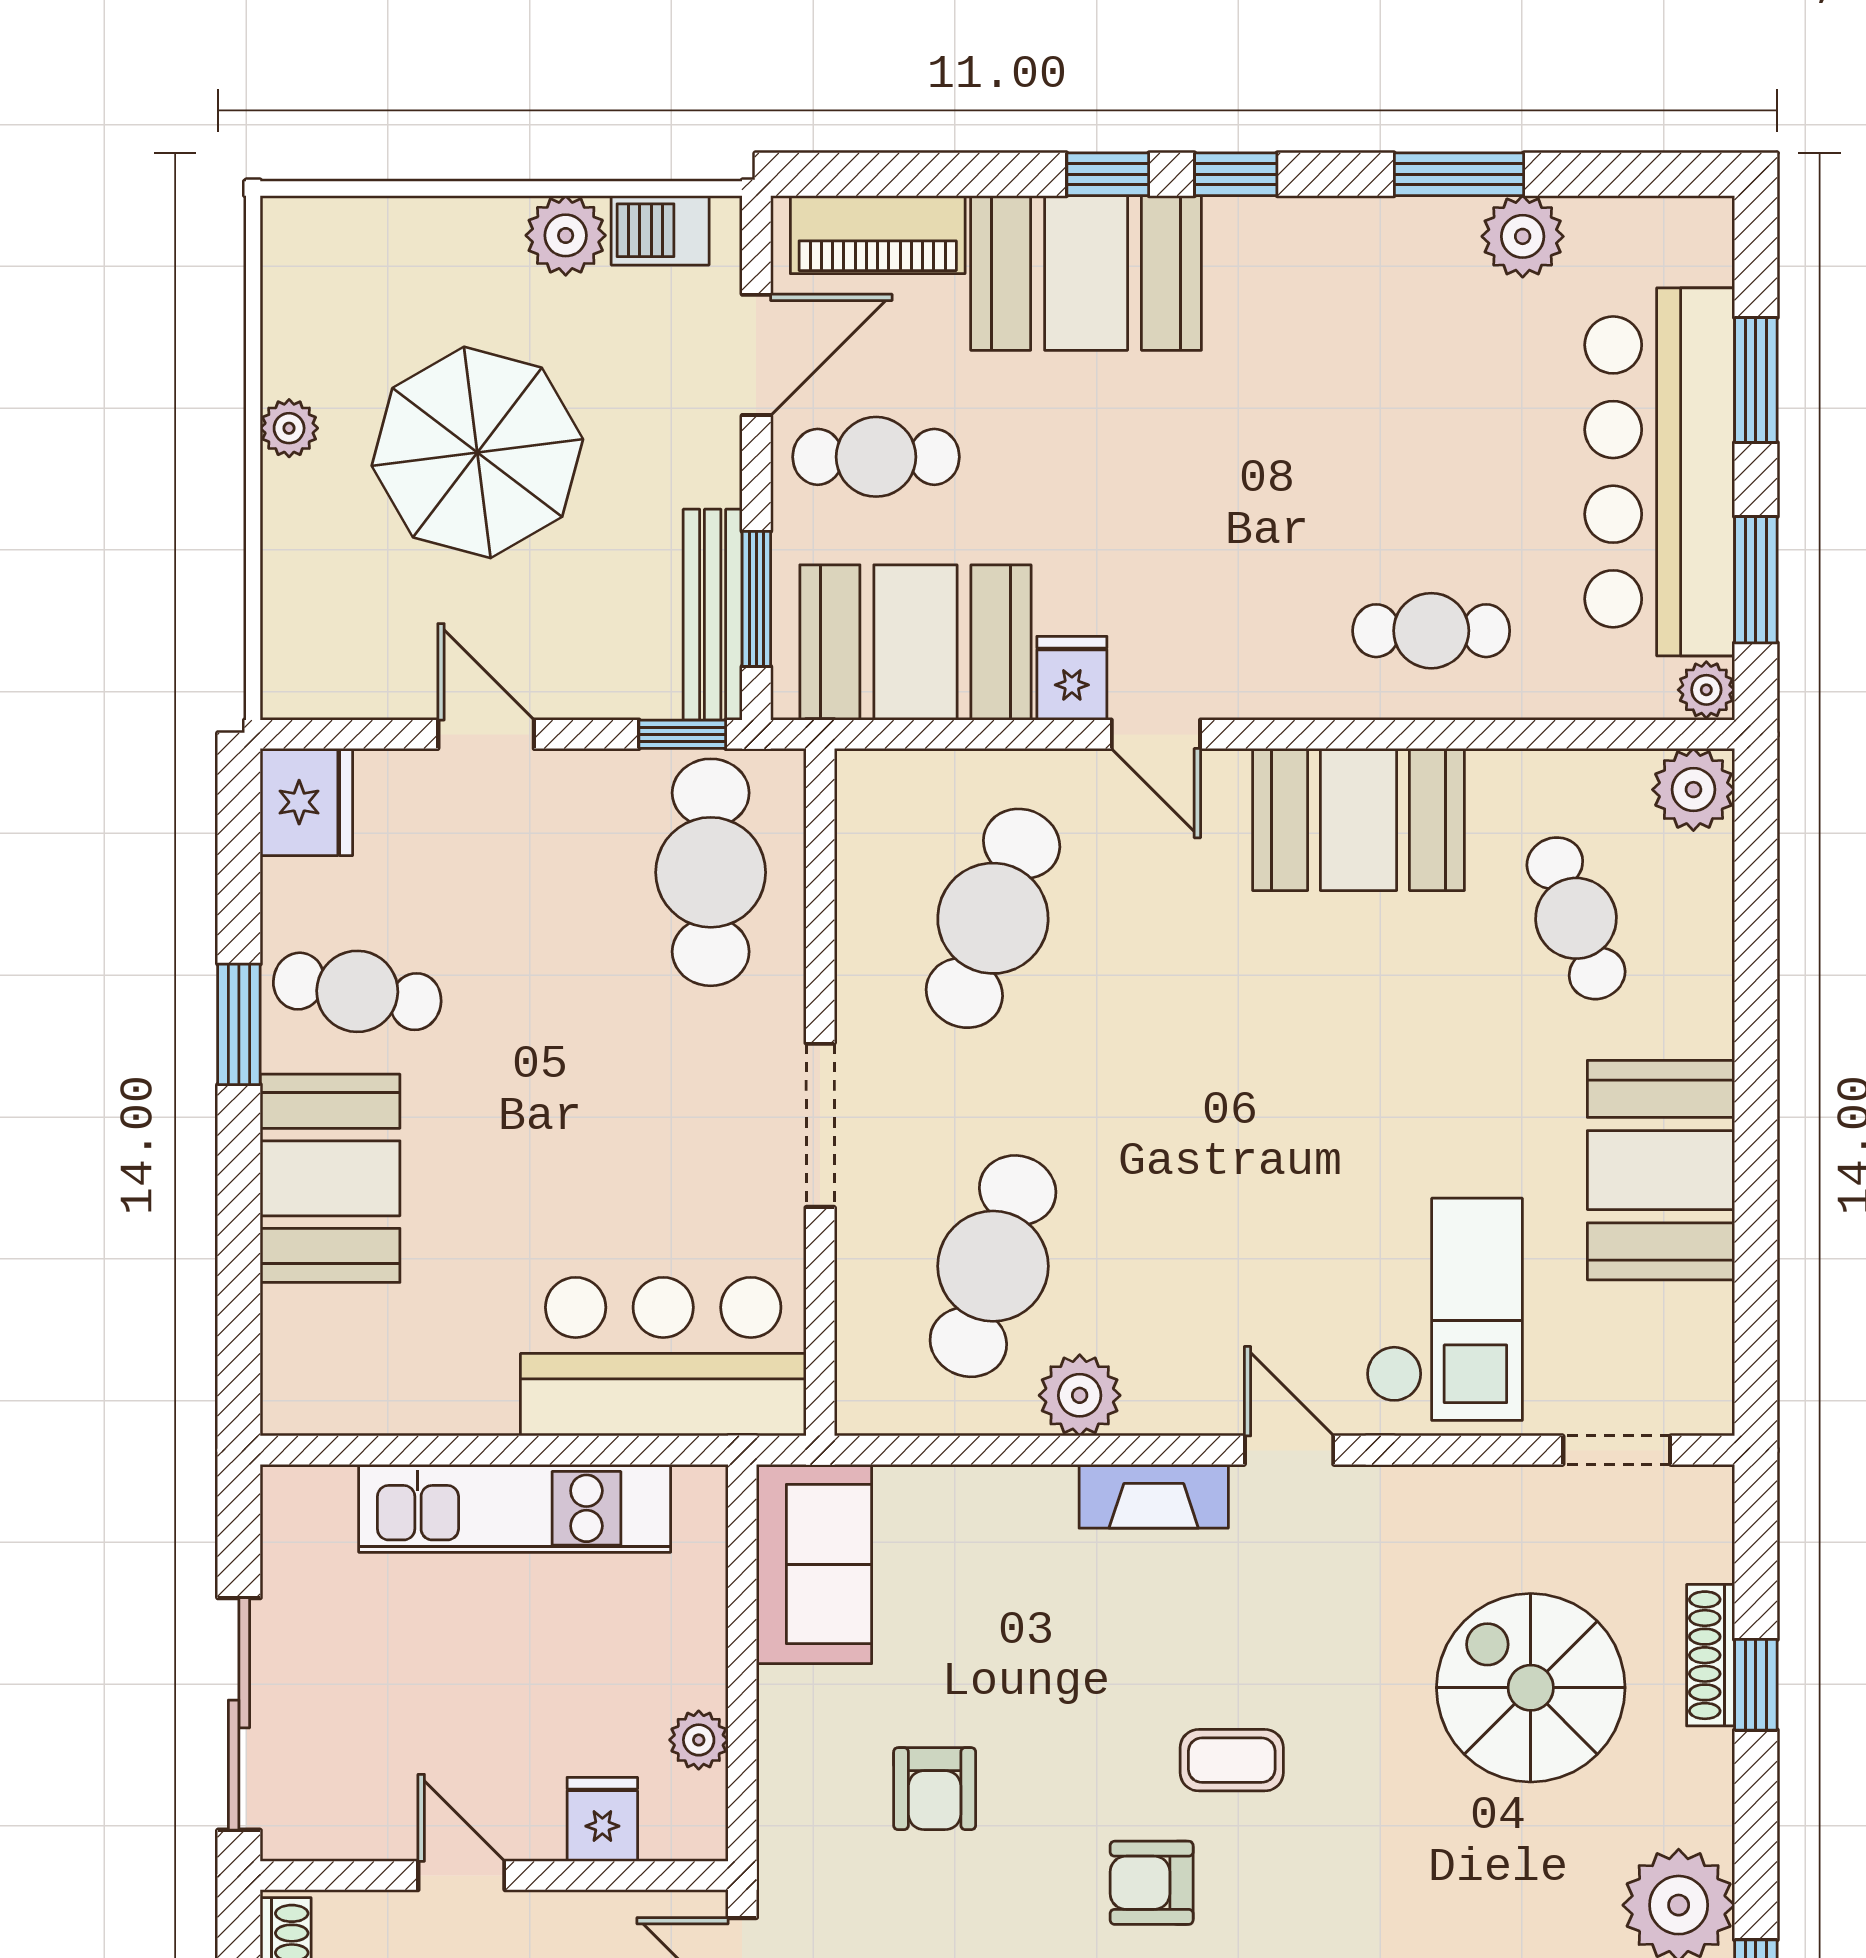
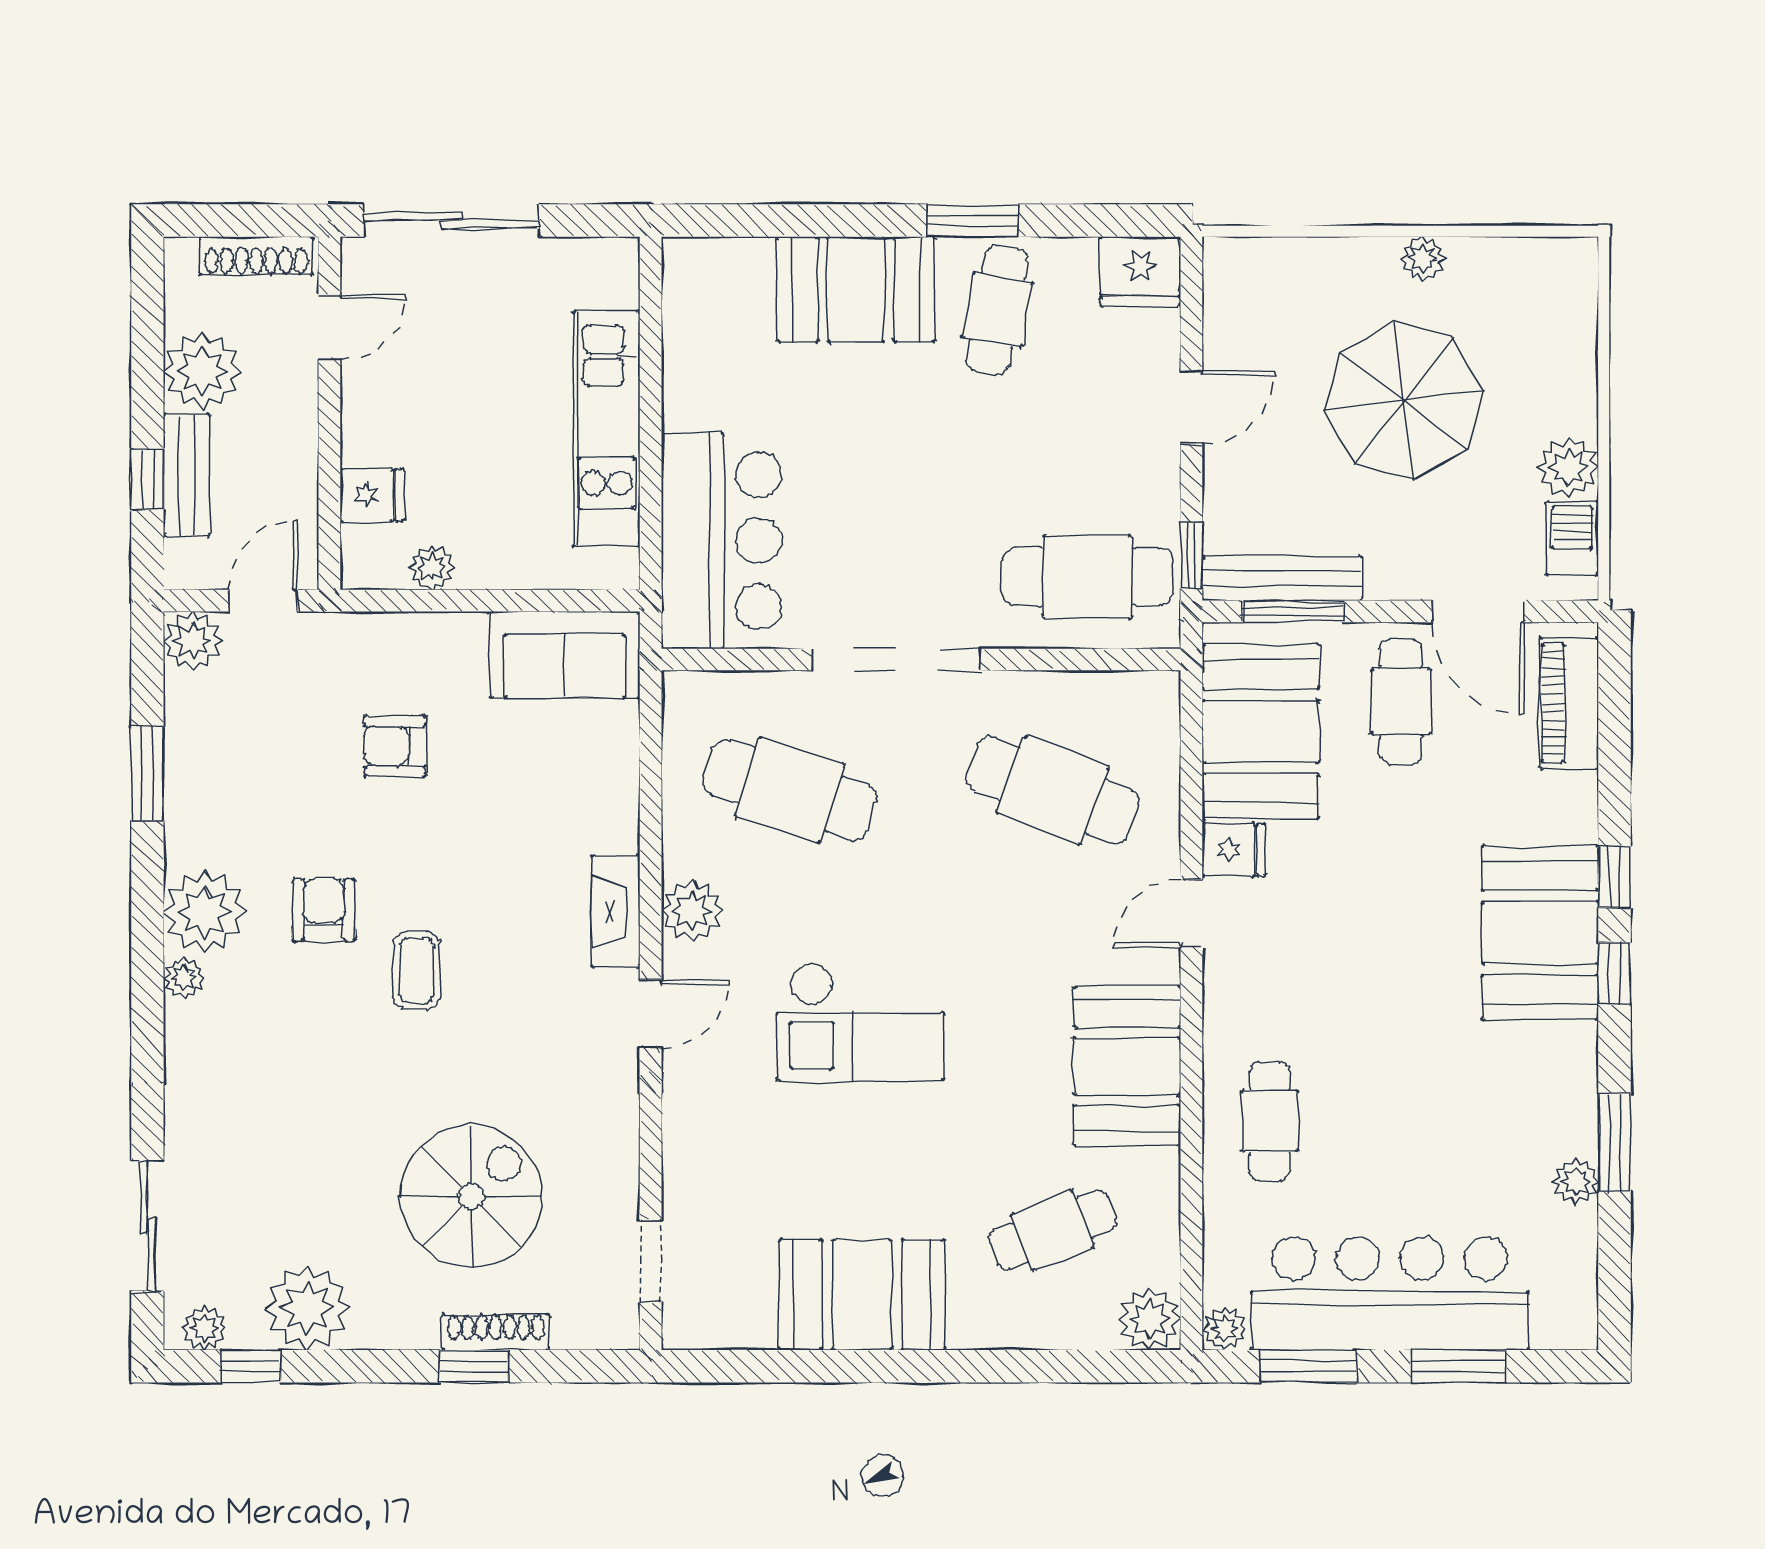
plant: (1523, 236) -> (1576, 1182), width x0.73, depth x0.73
booth: (1086, 273) -> (1540, 933), moved
doorway: (820, 1125) -> (896, 660), width x1.36
checkout: (1444, 1309) -> (860, 1022), moved
plant: (1080, 1395) -> (692, 911), moved
door: (461, 1875) -> (329, 327), moved

